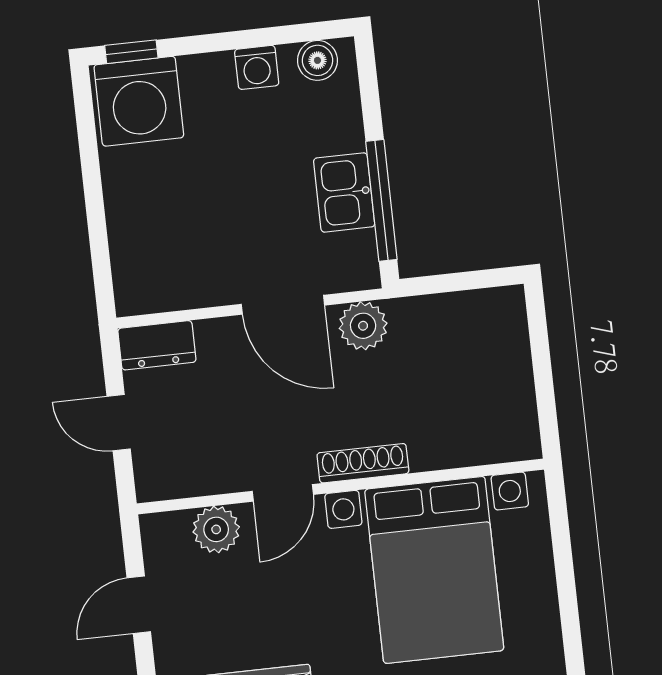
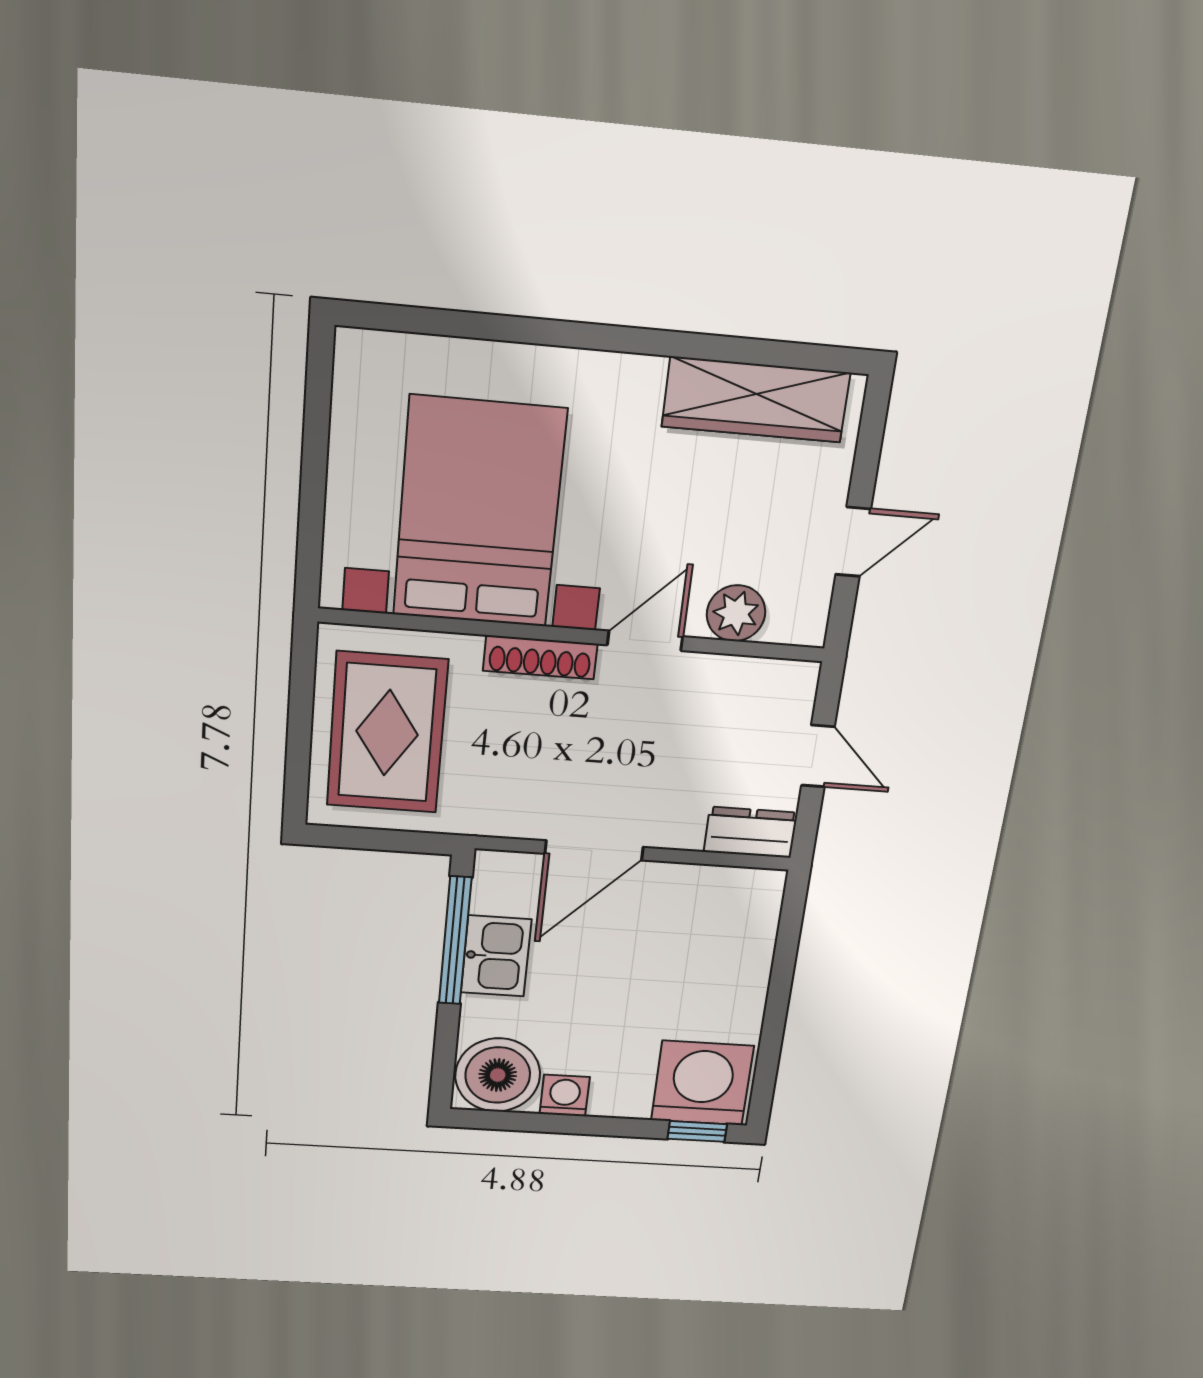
boiler: (317, 60) -> (498, 1075), width x1.86, depth x1.86
door: (283, 305) -> (594, 850), swing flipped
plant: (363, 326) -> (506, 812), removed
rug: (472, 376) -> (387, 733), added

